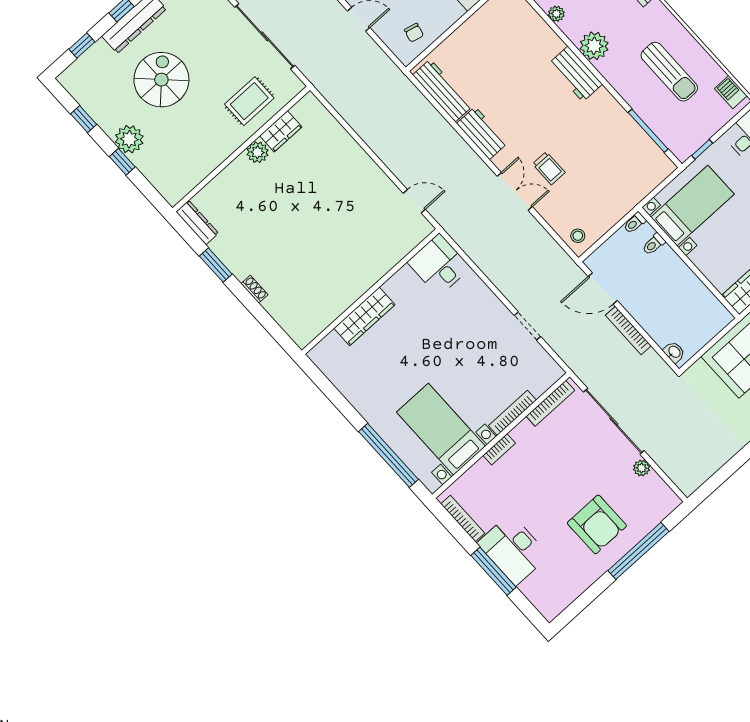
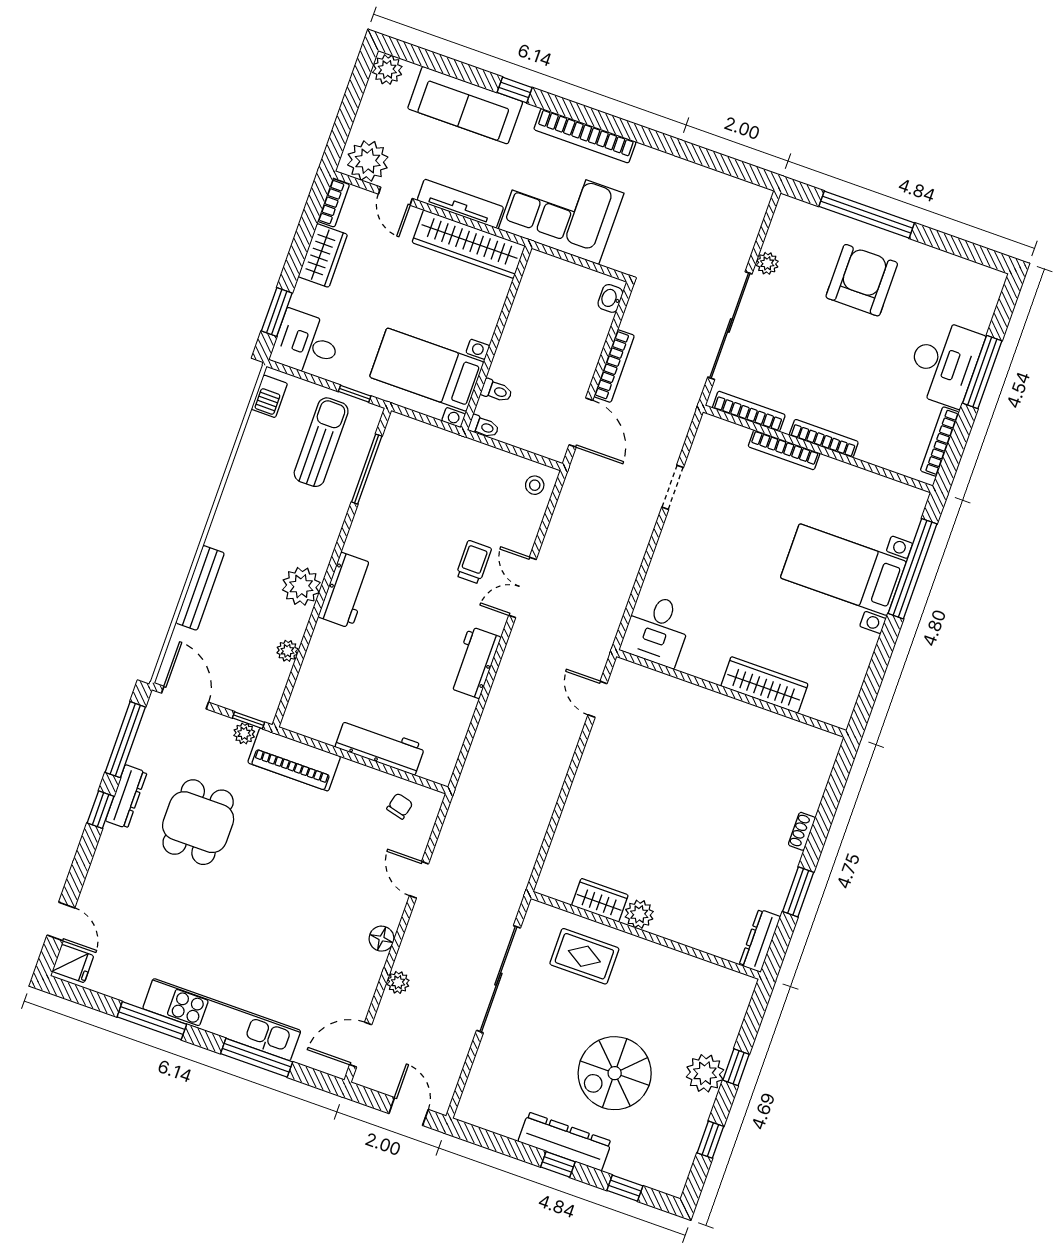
sun lounger: (669, 72) -> (321, 442), moved
workbench: (443, 91) -> (380, 746), moved, turned 90
bed with nightstands: (441, 429) -> (843, 570), moved, turned 90
bookcase: (499, 449) -> (824, 438), width x1.56

